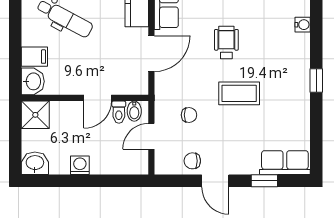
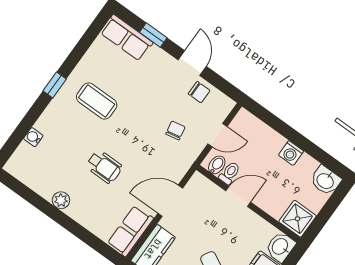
wheelchair: (226, 42) -> (104, 167), turned -90
coffee table: (239, 93) -> (97, 101), moved
chair: (189, 115) -> (175, 130), turned 79

